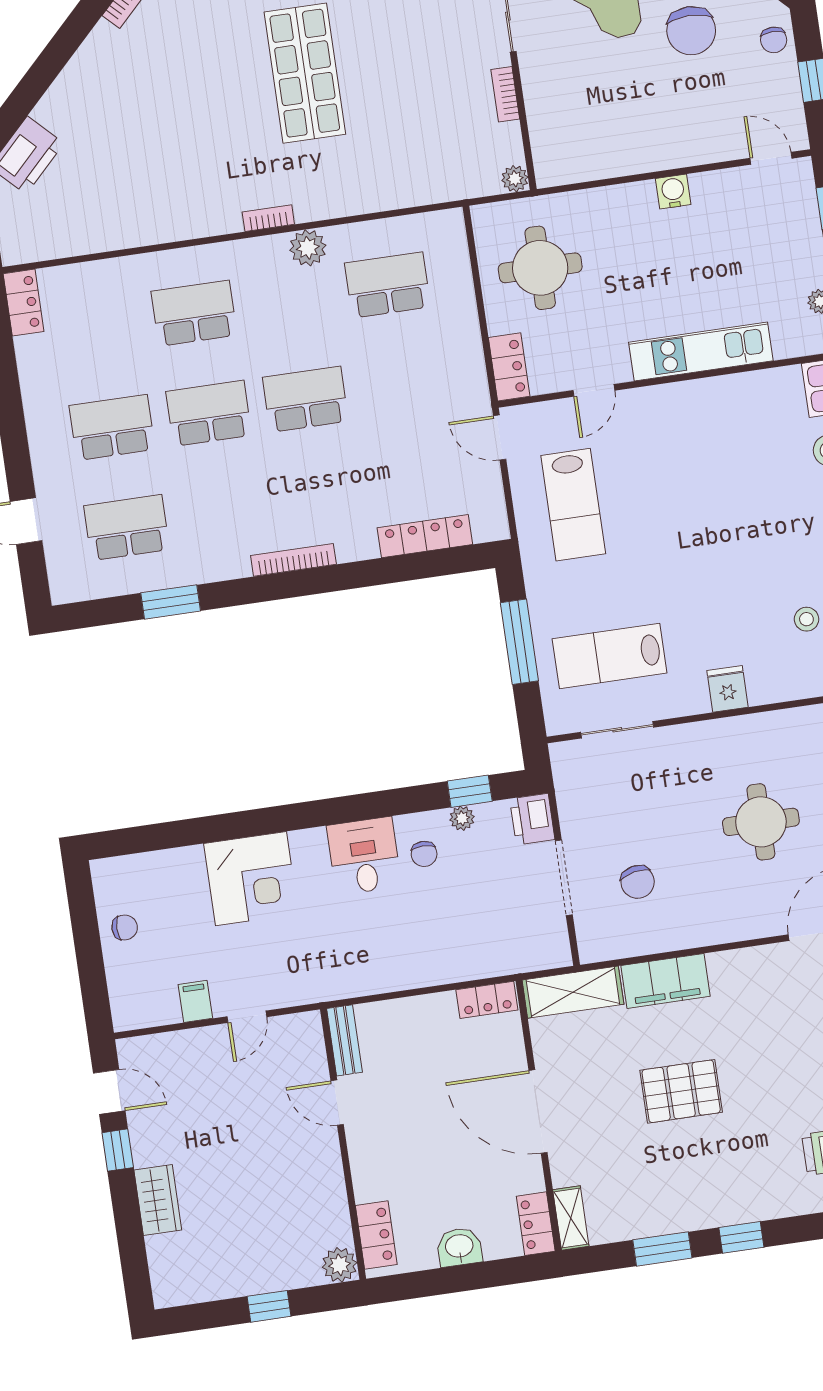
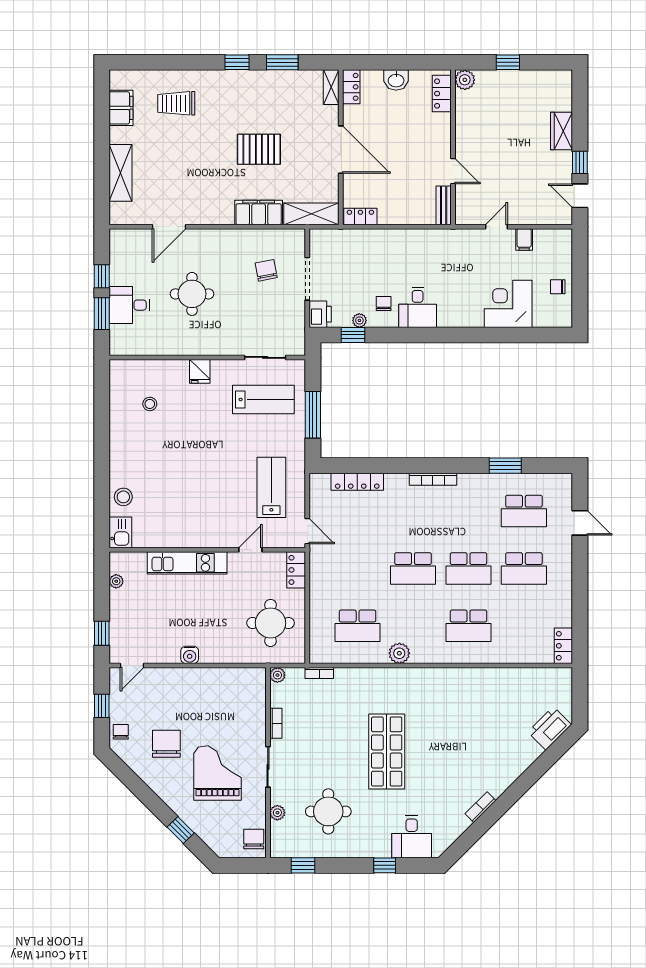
door: (771, 158) -> (132, 666), hinge flipped
bookcase: (268, 218) -> (319, 673), moved
corner desk: (251, 879) -> (508, 304), moved

